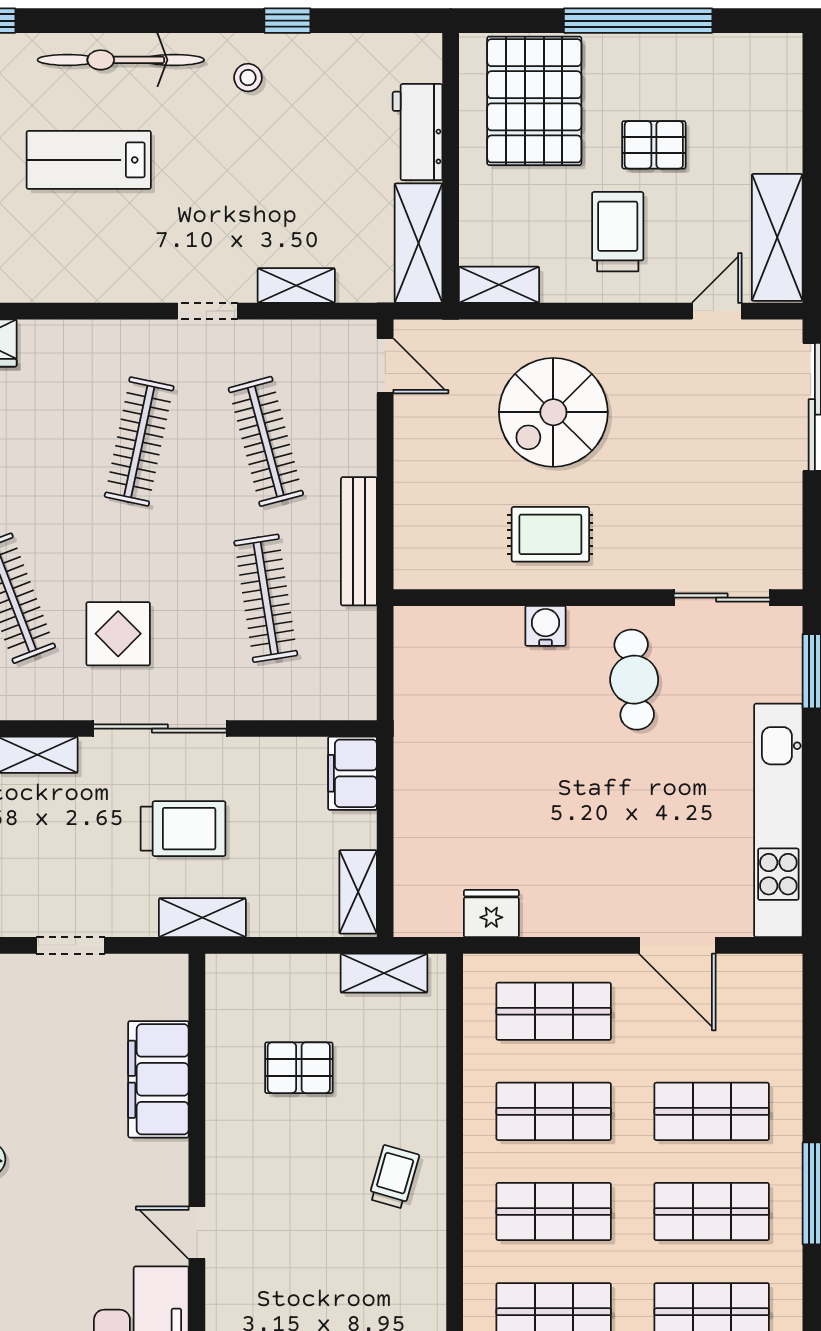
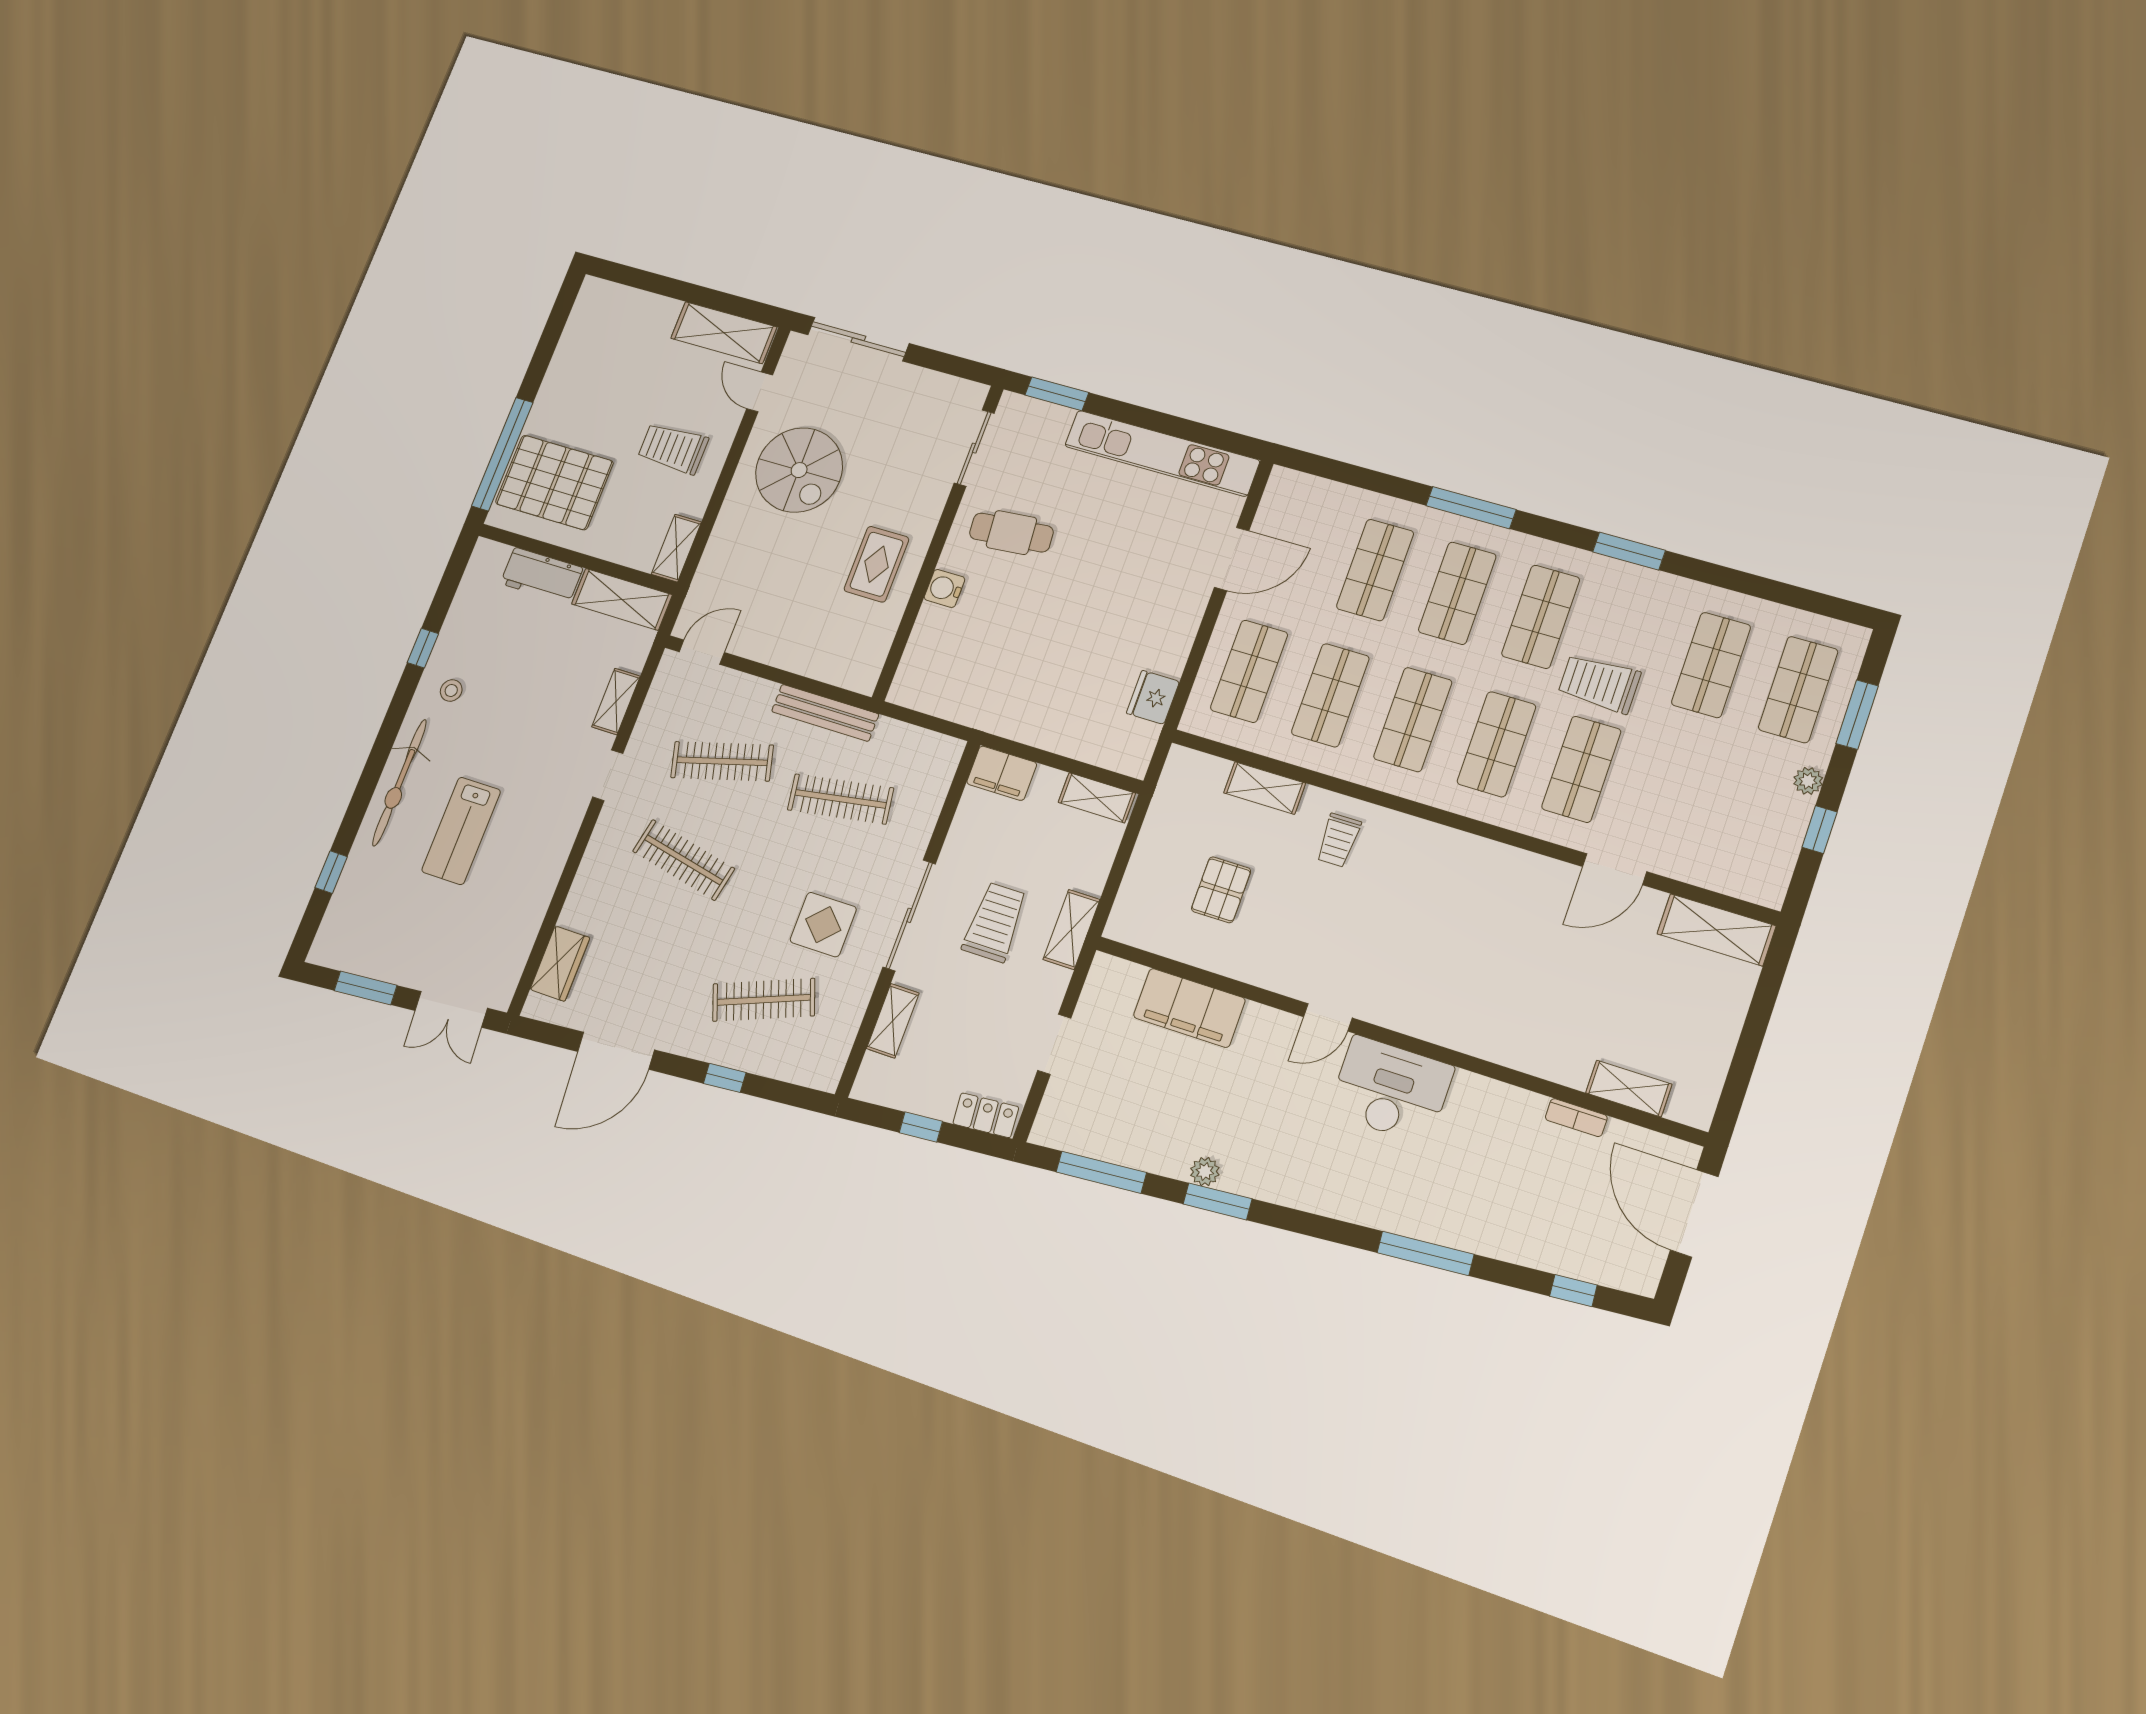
window: (638, 21) -> (502, 454), moved
pallet: (654, 145) -> (621, 404), removed
spiral stairs: (553, 412) -> (799, 470), moved
shelving: (384, 973) -> (1265, 788), moved, turned 90
trolley: (394, 1177) -> (1338, 840), turned -106

